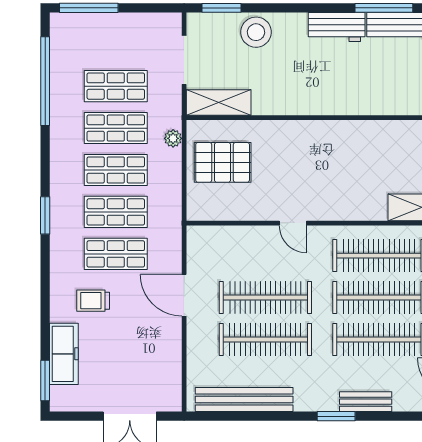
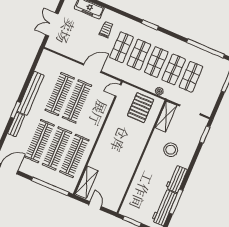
stool: (256, 32) -> (171, 150), moved
door: (293, 223) -> (118, 90), moved
bench: (244, 399) -> (31, 93), moved

